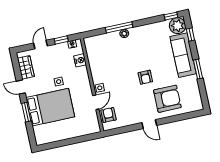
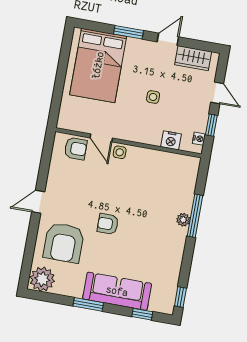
plant: (178, 26) -> (42, 279), moved
bed: (50, 107) -> (98, 65), moved

